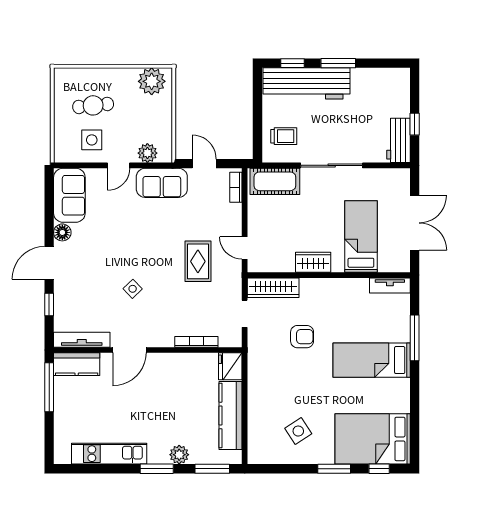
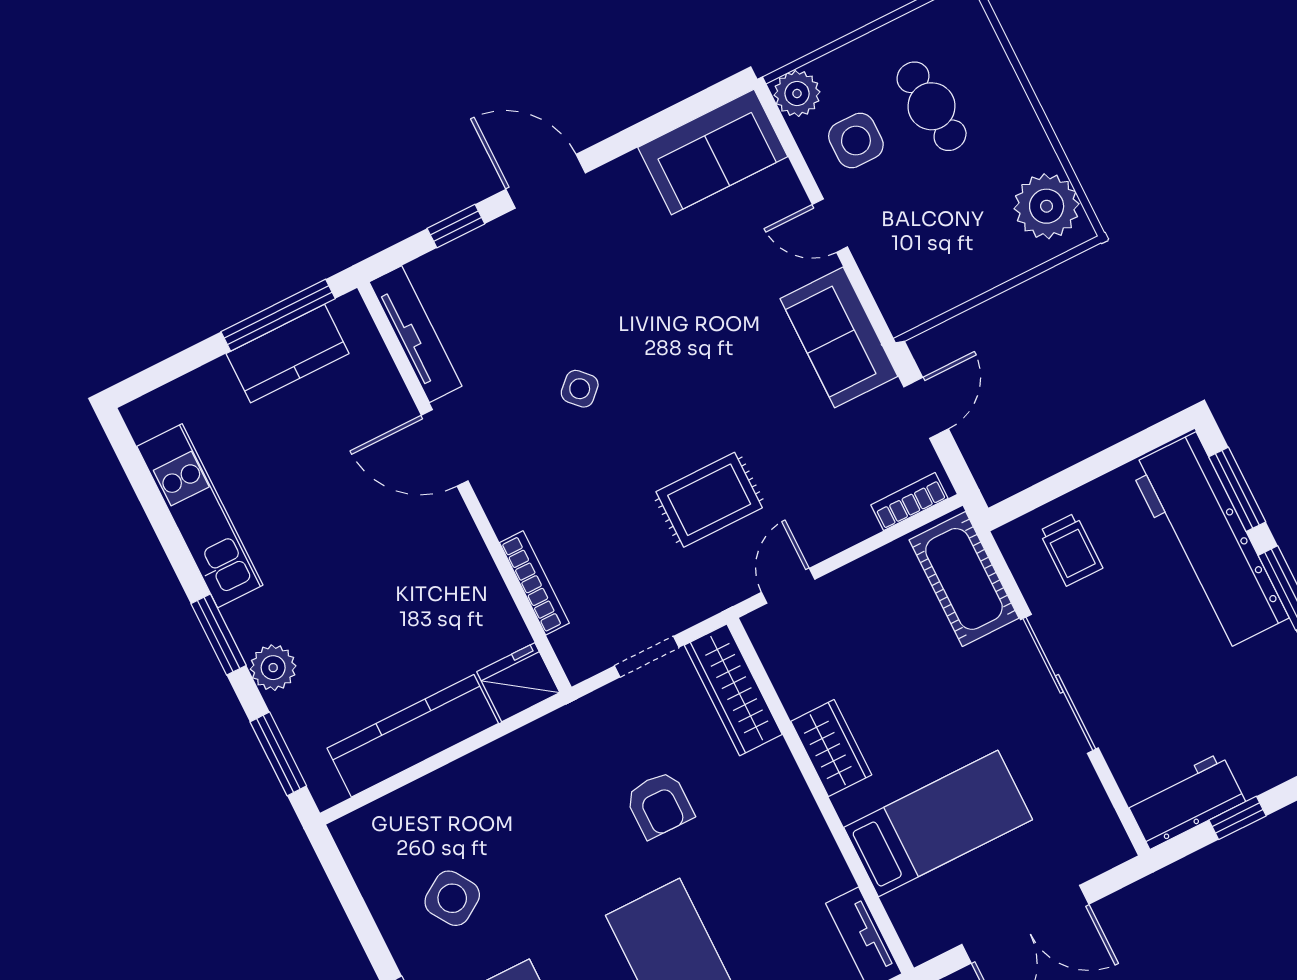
window: (292, 63) -> (1237, 489), width x1.50
plant: (147, 153) -> (797, 94), moved
floor lamp: (62, 232) -> (625, 177), removed
kitchen counter: (77, 364) -> (288, 354), moved, turned -90

